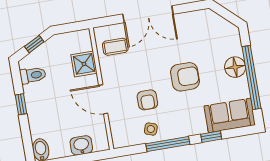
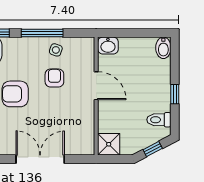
coffee table: (115, 47) -> (76, 134), removed
shower: (84, 64) -> (109, 144), moved
washbasin: (81, 145) -> (108, 46), moved

